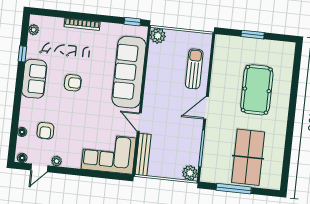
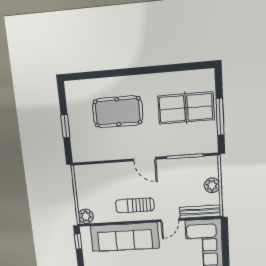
sun lounger: (194, 69) -> (135, 205), moved
plant: (190, 173) -> (212, 185), moved

